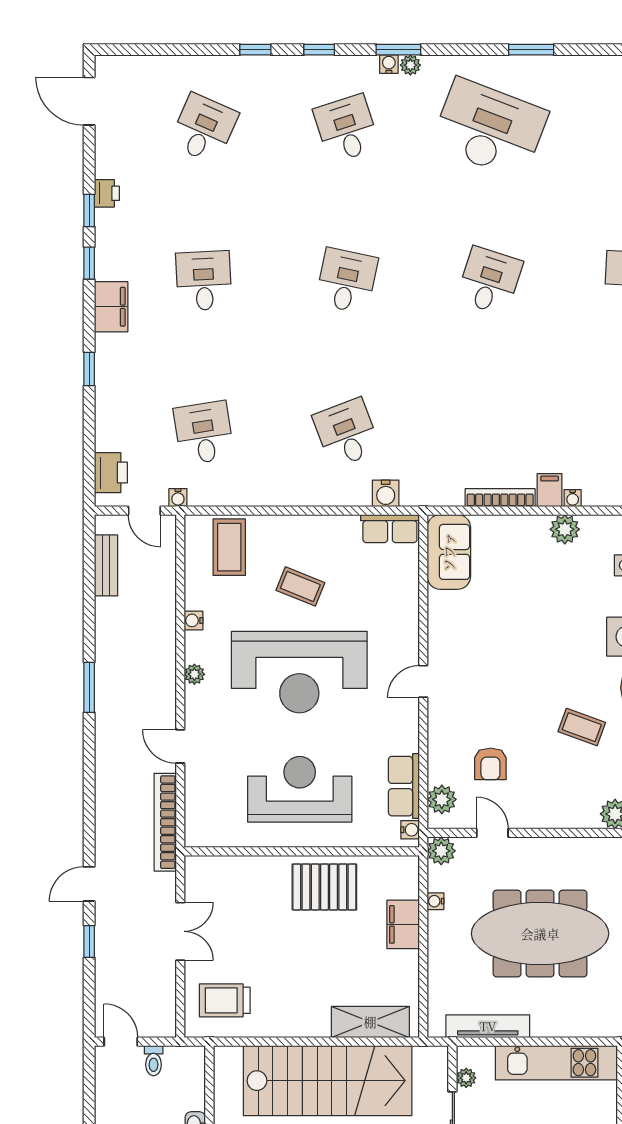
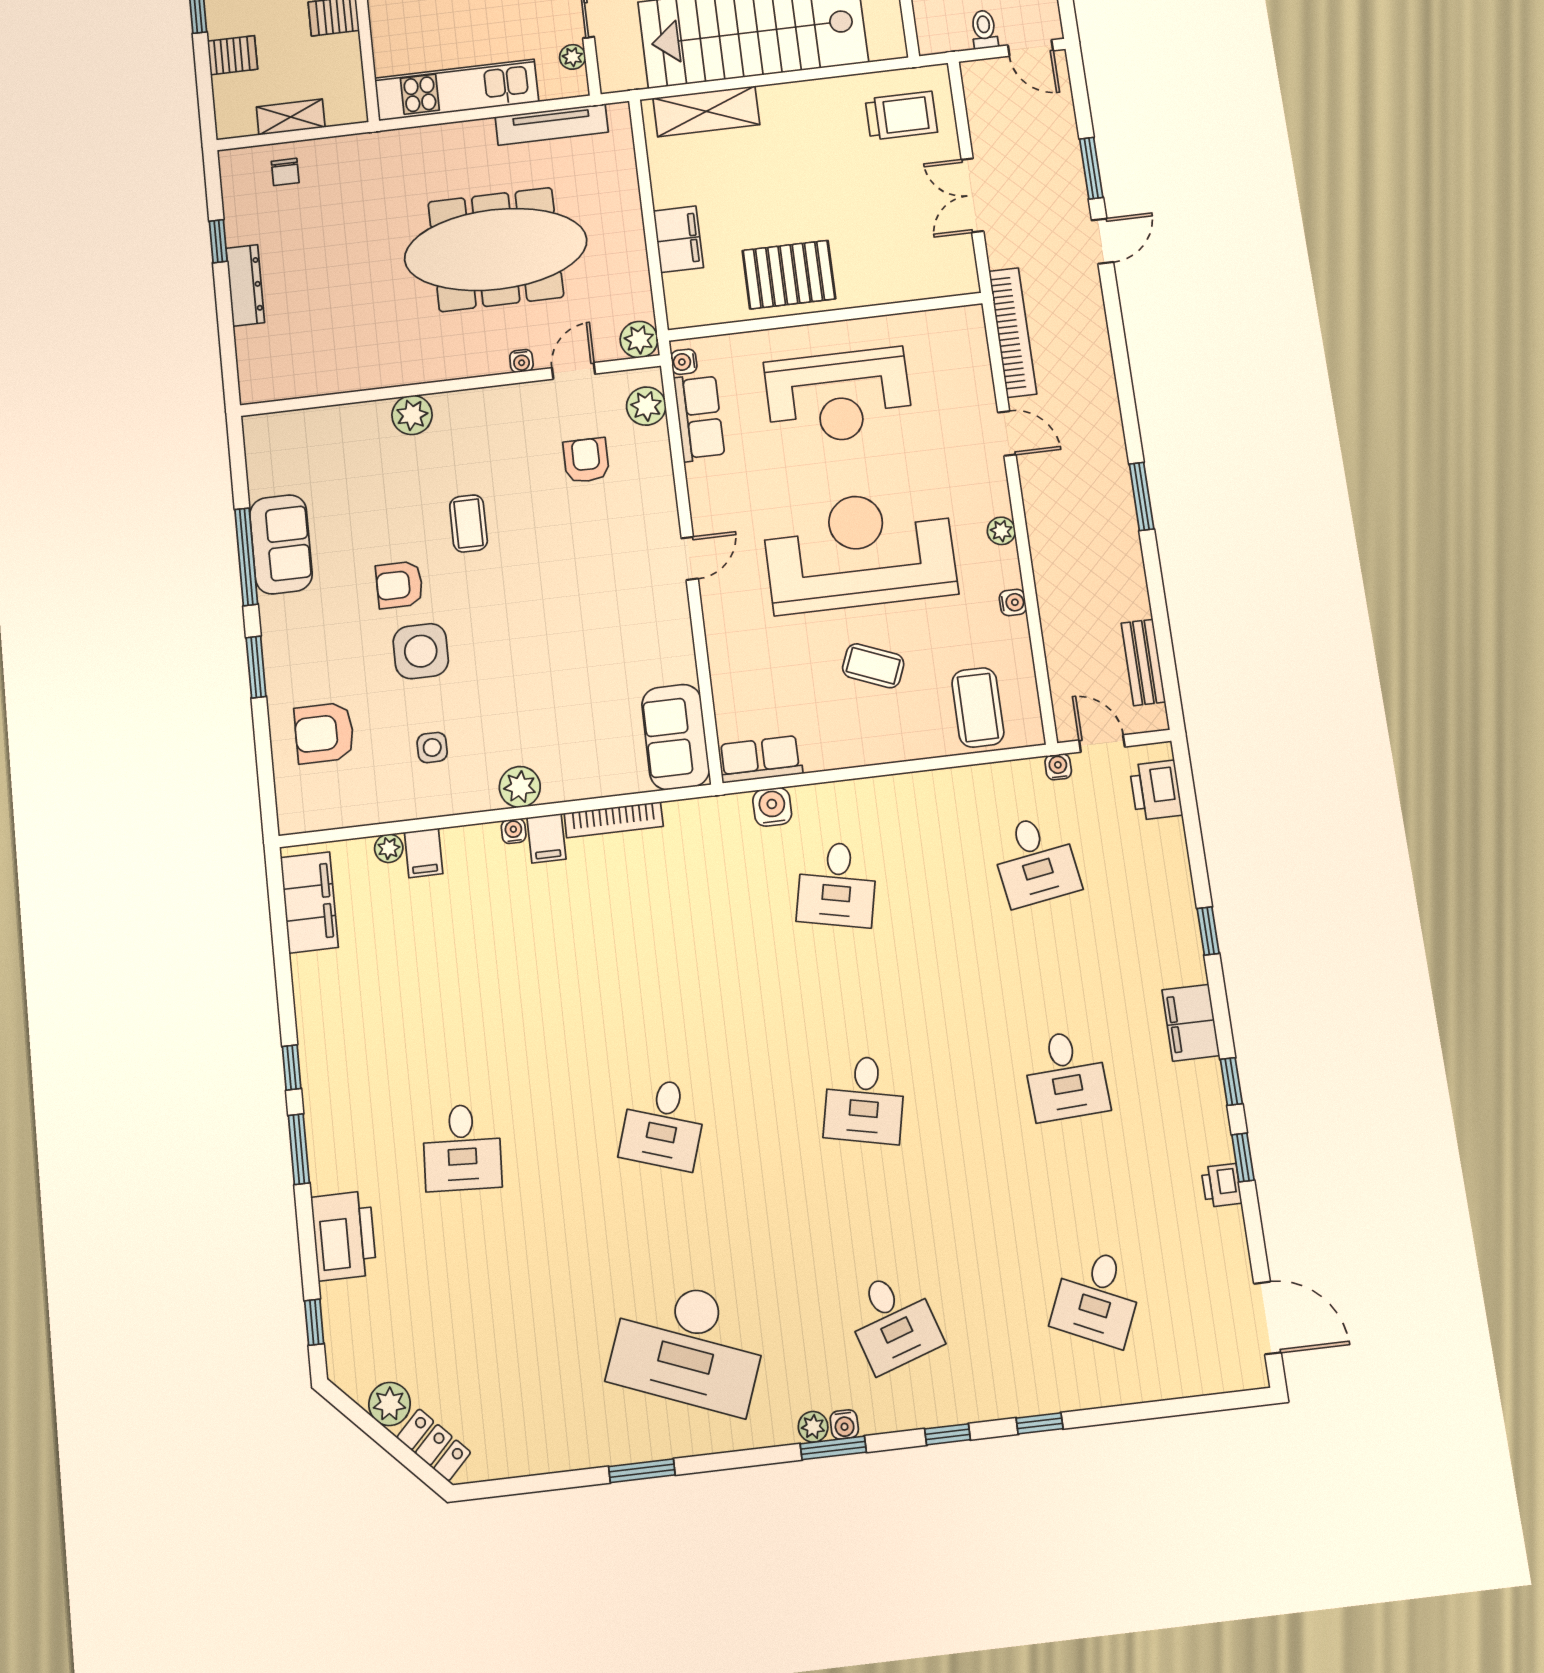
desk: (347, 433) -> (837, 884), turned 33
coffee table: (582, 727) -> (468, 523), turned 70
door: (492, 833) -> (573, 371), swing flipped
water cooler: (436, 901) -> (521, 361), moved, turned 90
window: (89, 941) -> (1091, 168), width x1.50

